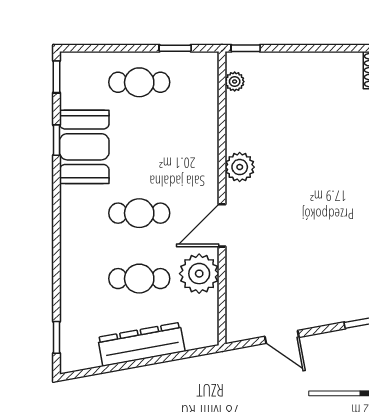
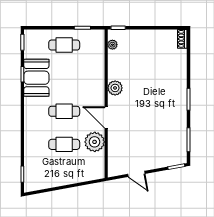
door: (222, 225) -> (106, 117), hinge flipped
dresser: (141, 344) -> (65, 178), removed

